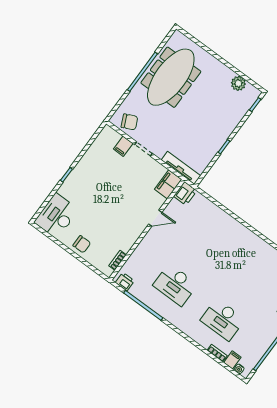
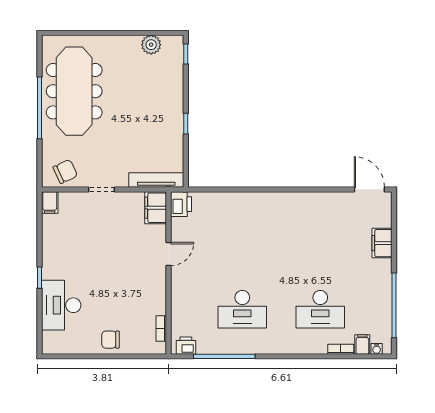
filing cabinet: (123, 146) -> (50, 202), moved
desk: (56, 216) -> (61, 305), moved
chair: (82, 244) -> (111, 340), turned 180

